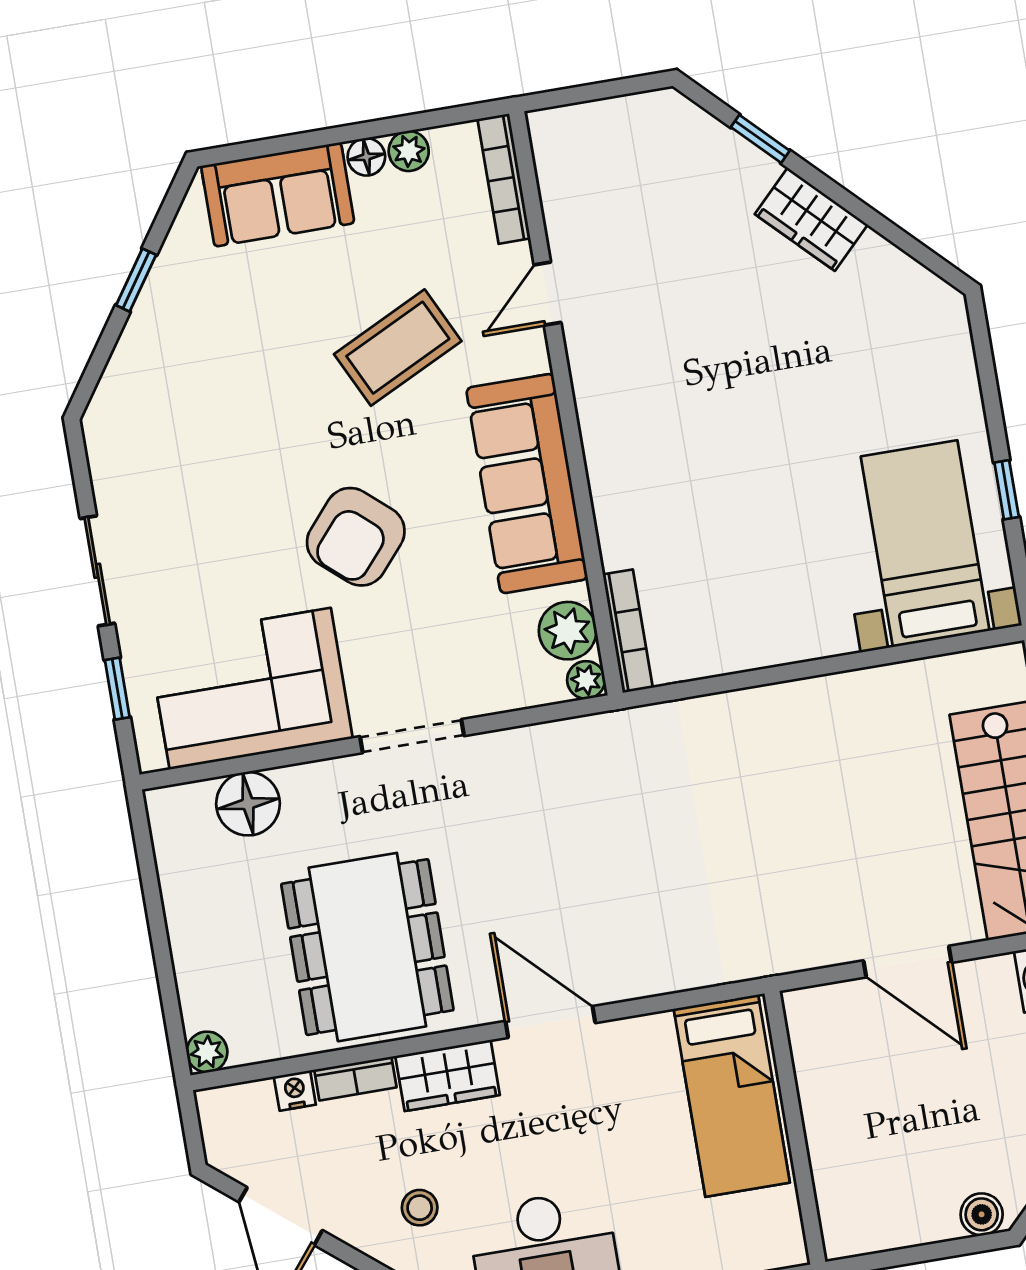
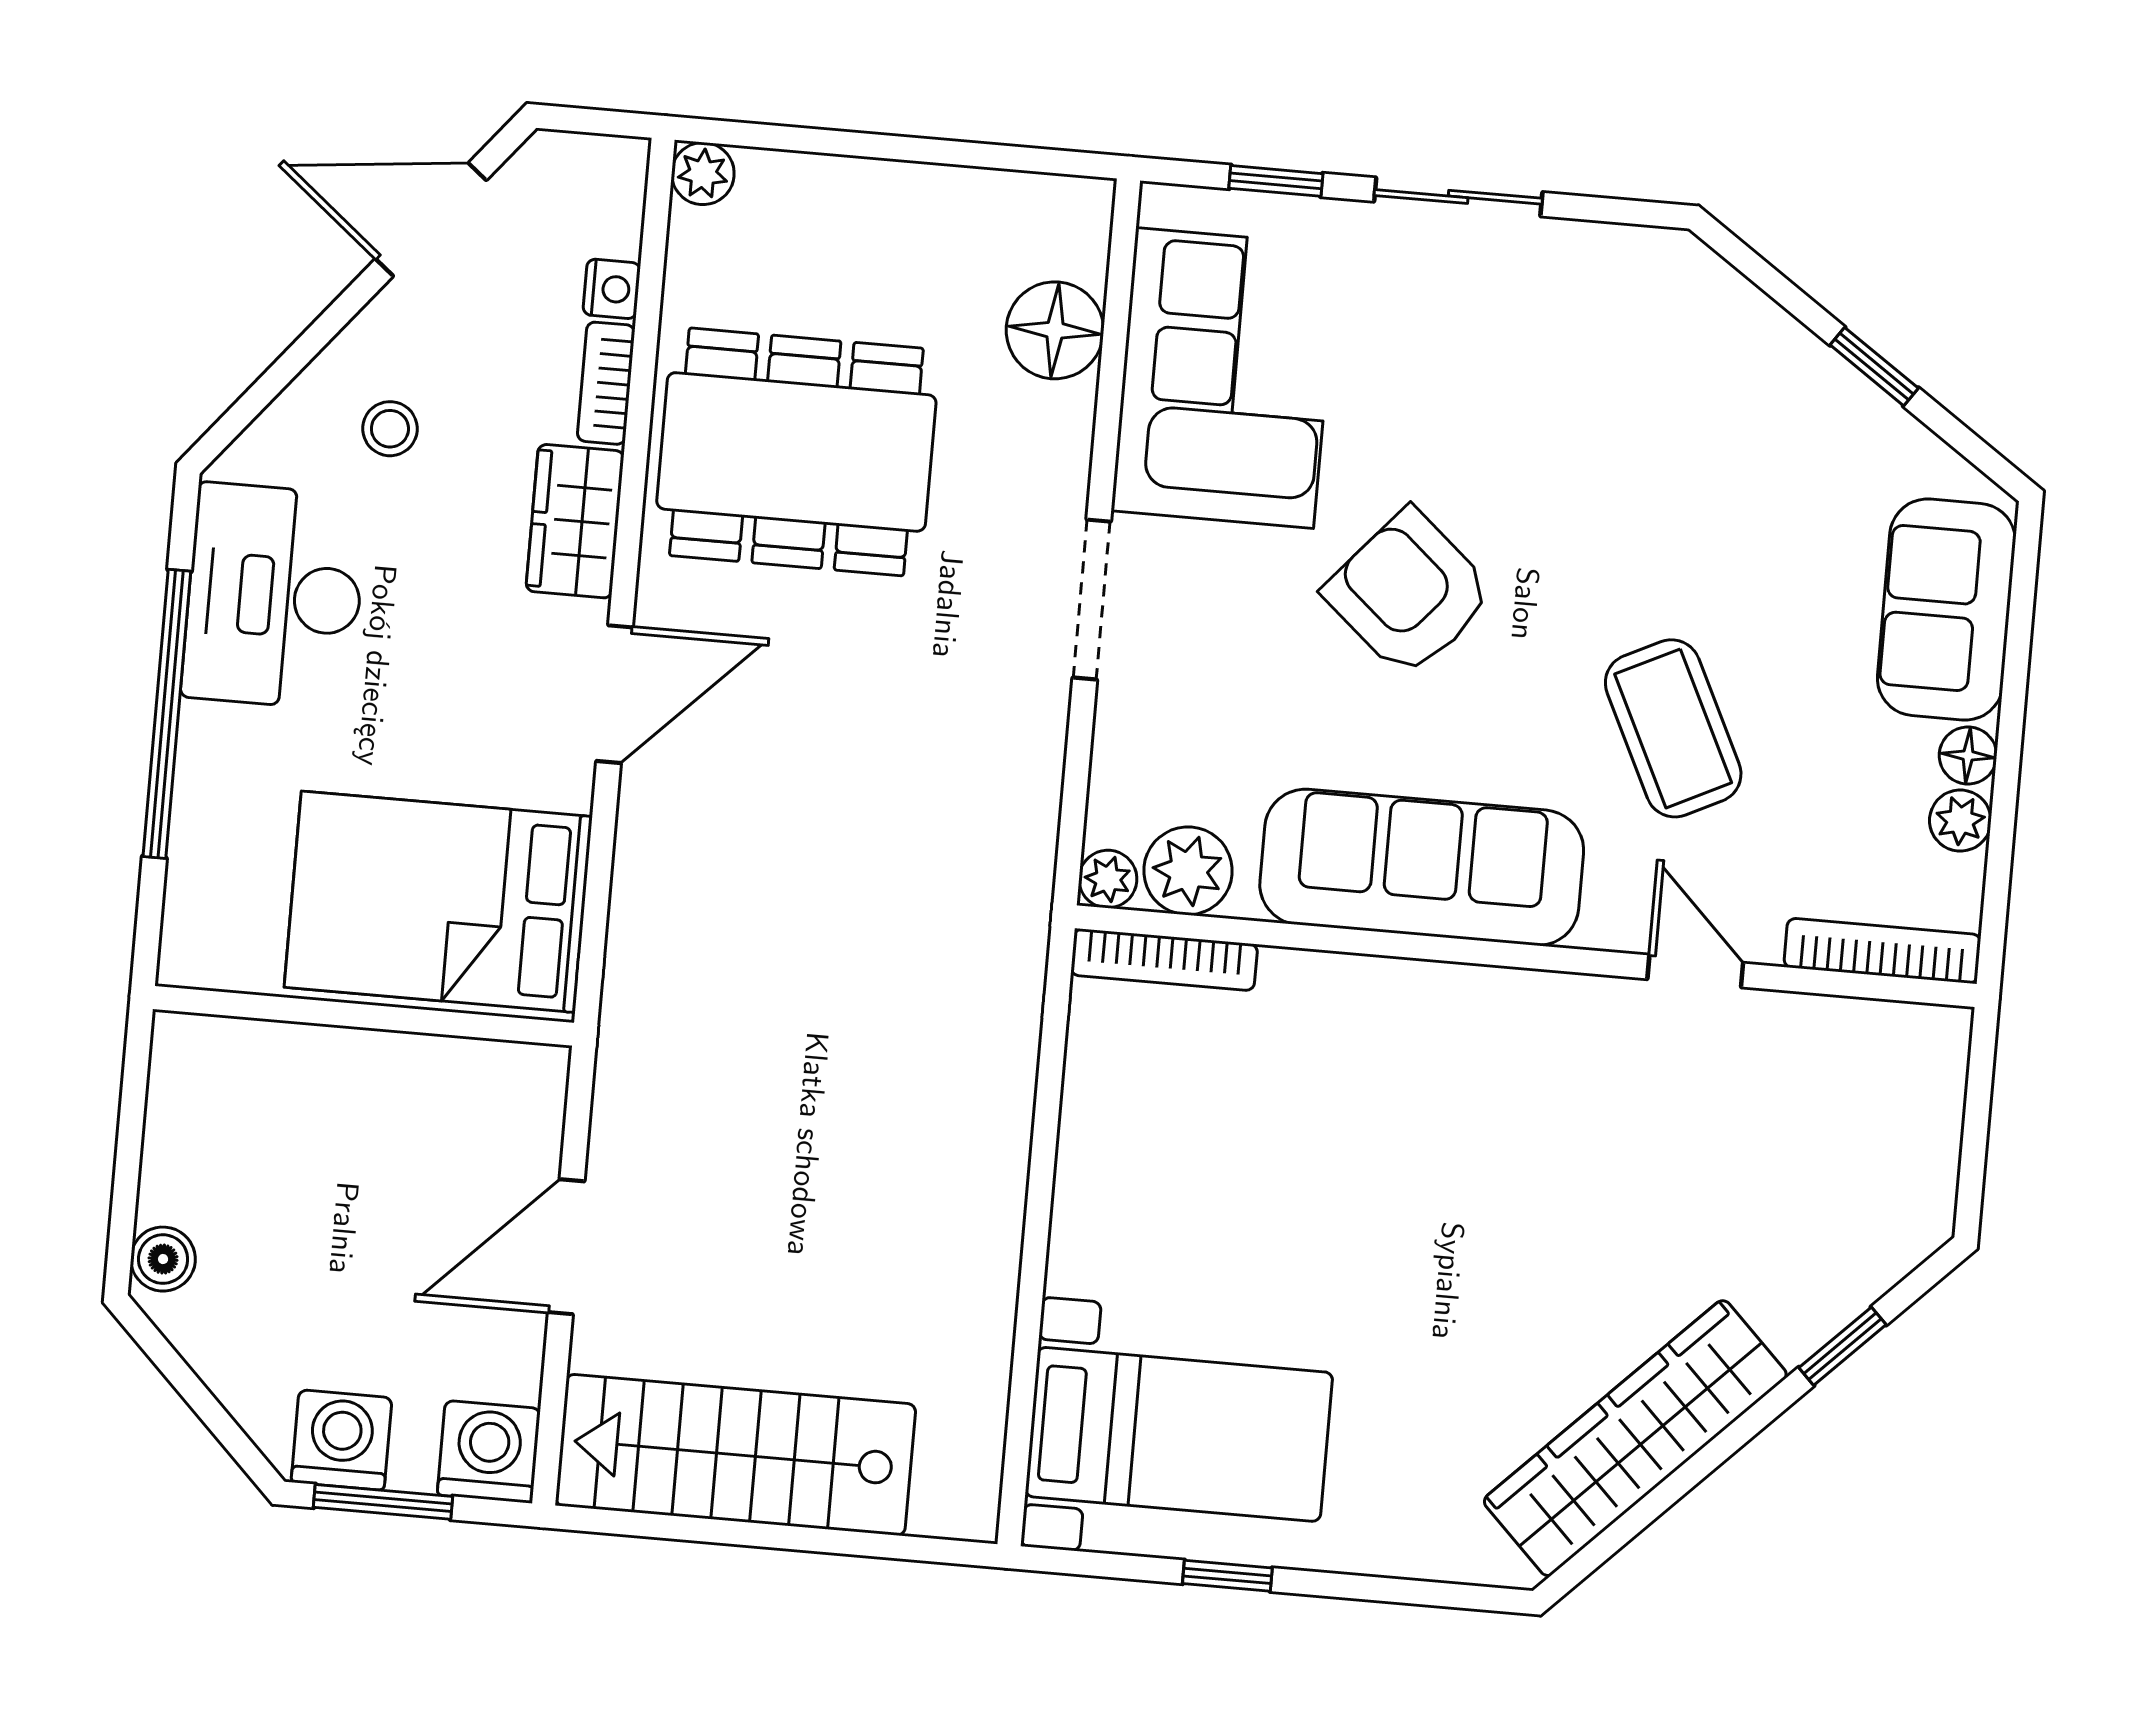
wardrobe: (811, 219) -> (1635, 1438), width x2.10, depth x1.17
bed: (732, 1096) -> (438, 902), width x1.50

